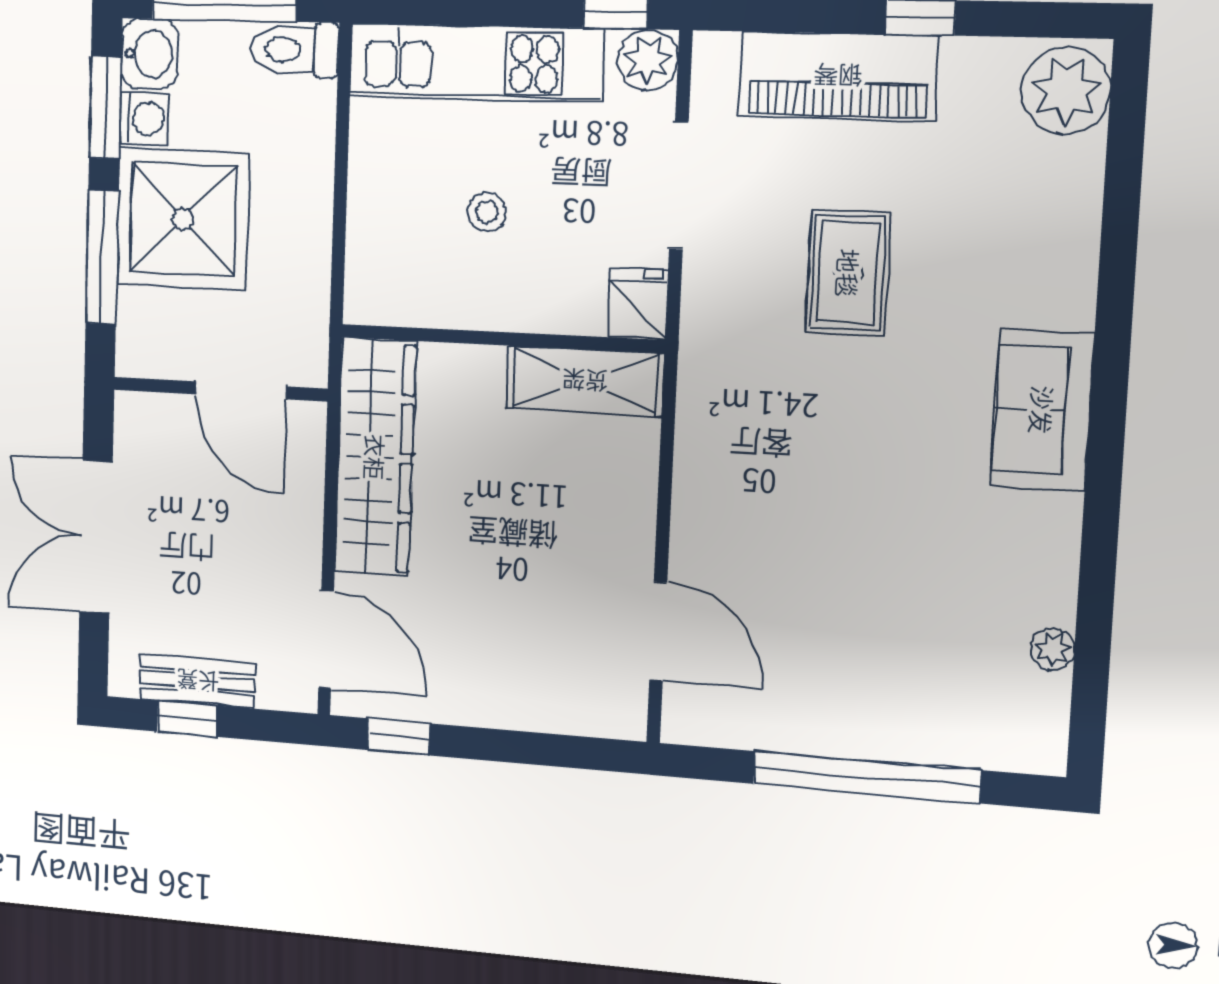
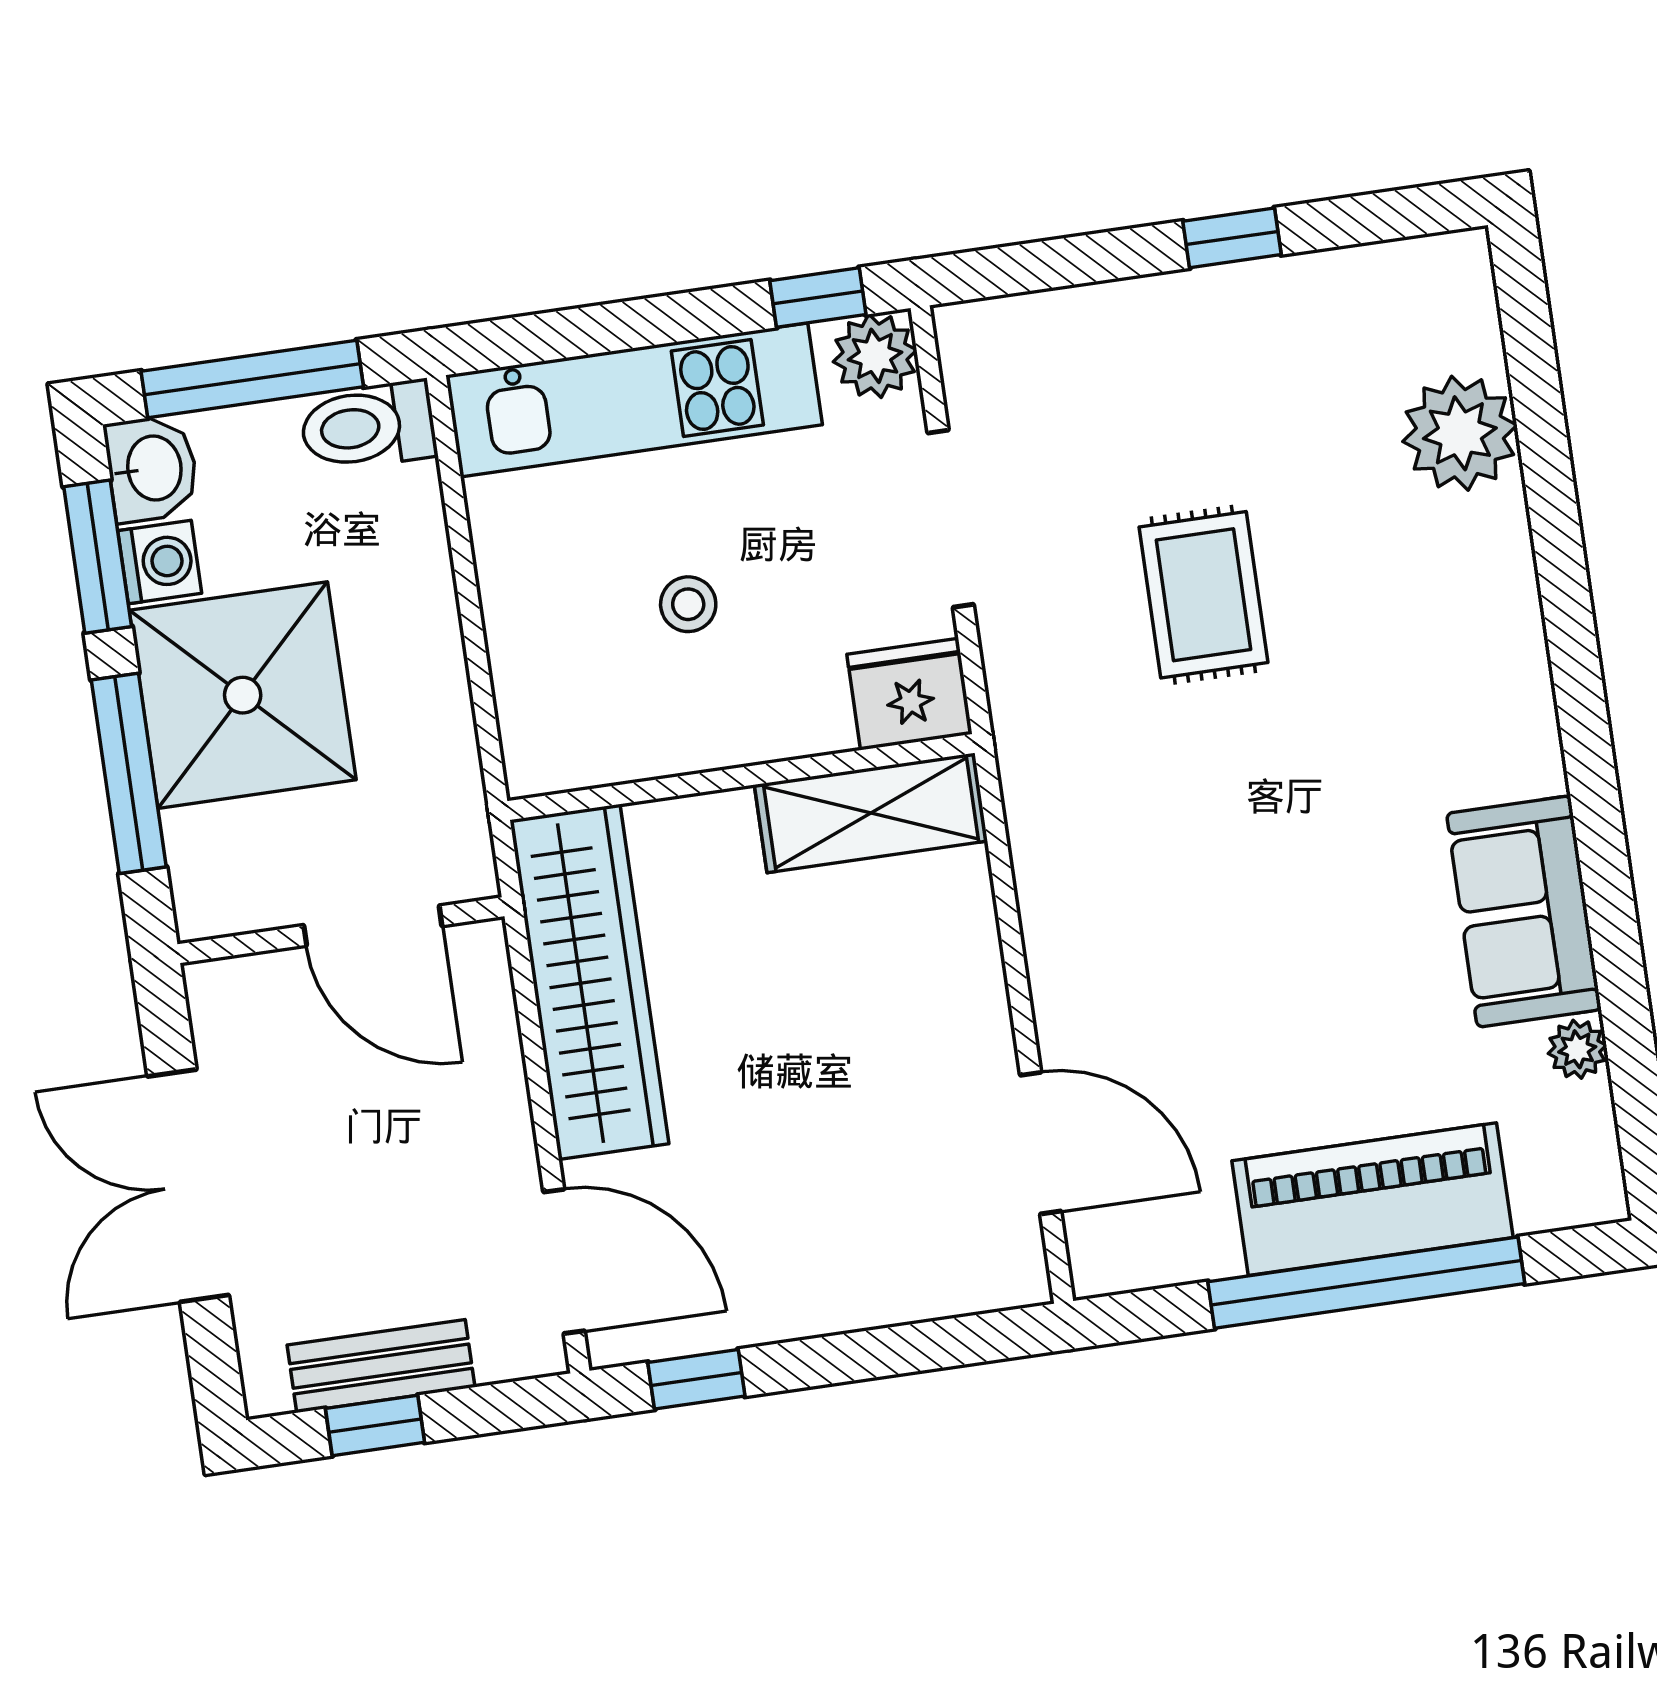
piano: (838, 76) -> (1372, 1199), moved, turned 180
plant: (1066, 91) -> (1460, 433), moved
fridge: (638, 304) -> (910, 694), width x1.38
sofa: (1042, 410) -> (1524, 911), moved

